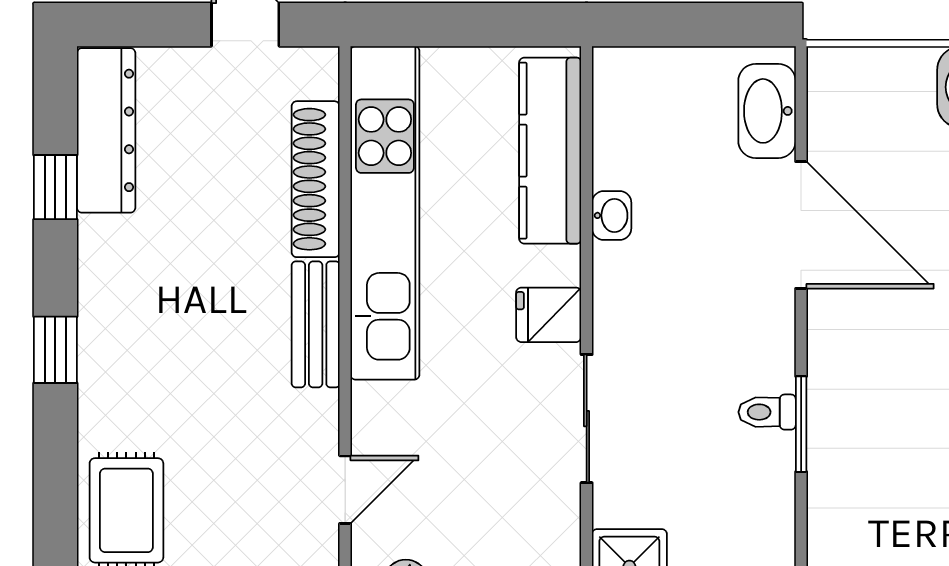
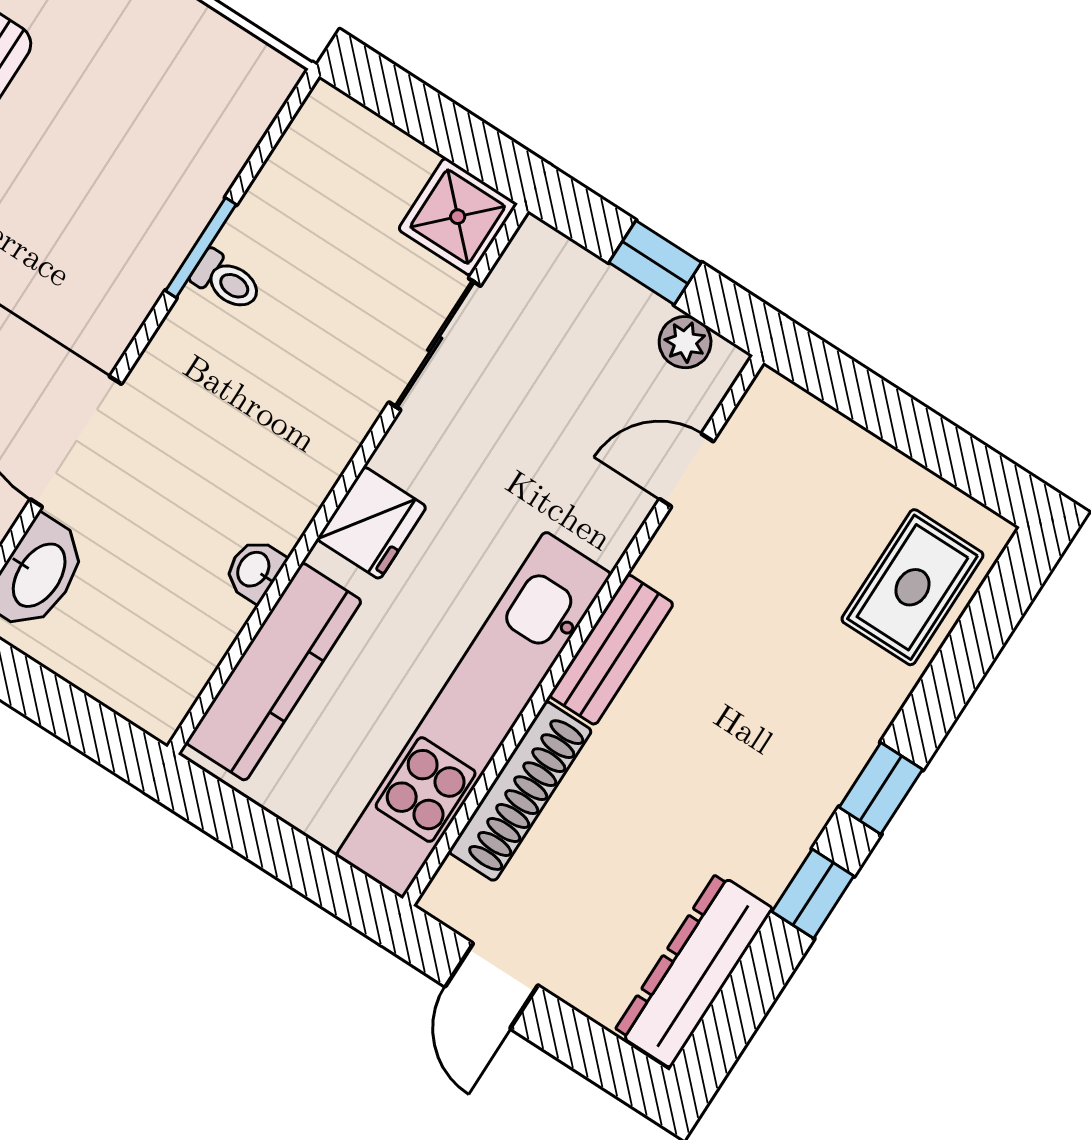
window: (55, 187) -> (813, 894), moved
fridge: (549, 315) -> (372, 523), width x1.38
sliding door: (587, 419) -> (435, 344), moved

